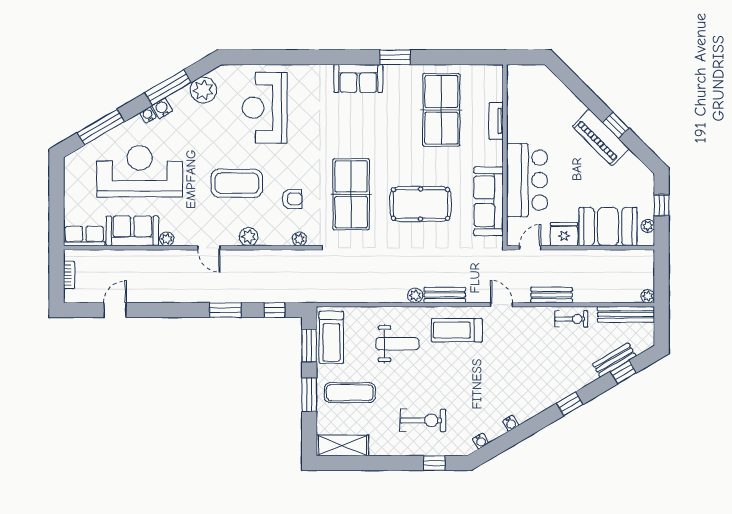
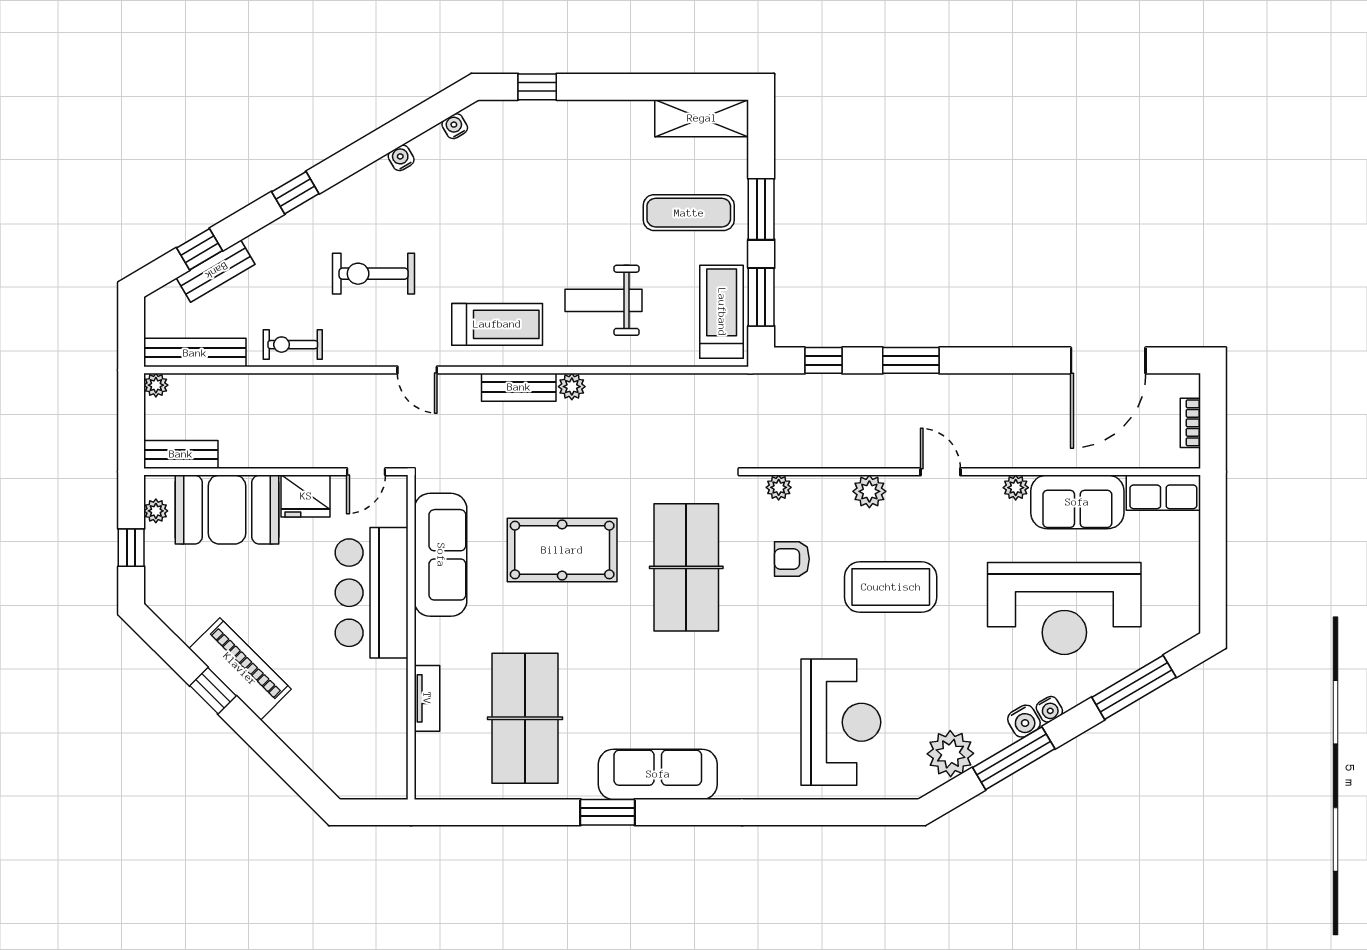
sofa: (358, 79) -> (658, 774), width x1.36
bench: (552, 295) -> (181, 454), moved
door: (115, 310) -> (1108, 360), width x1.88
exercise bike: (423, 420) -> (374, 274), moved

